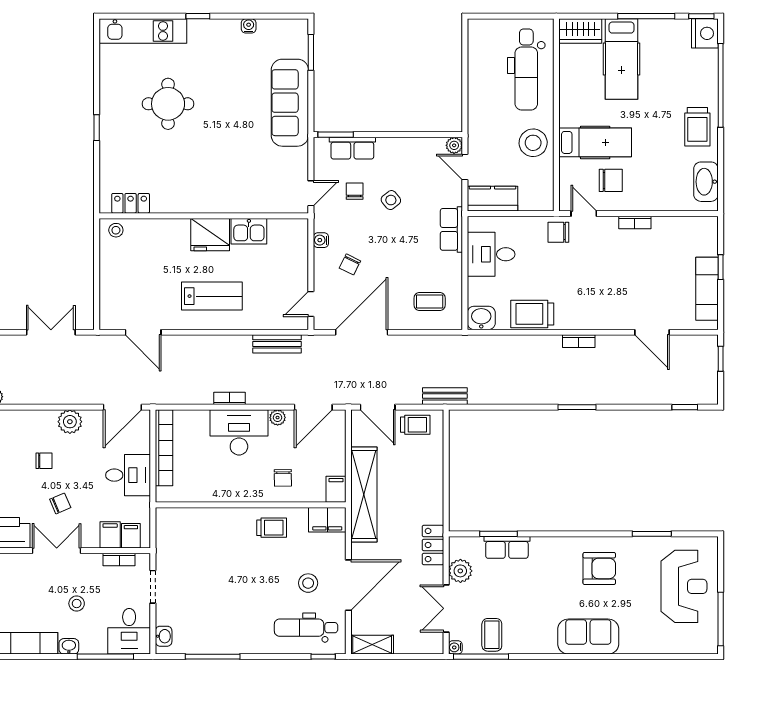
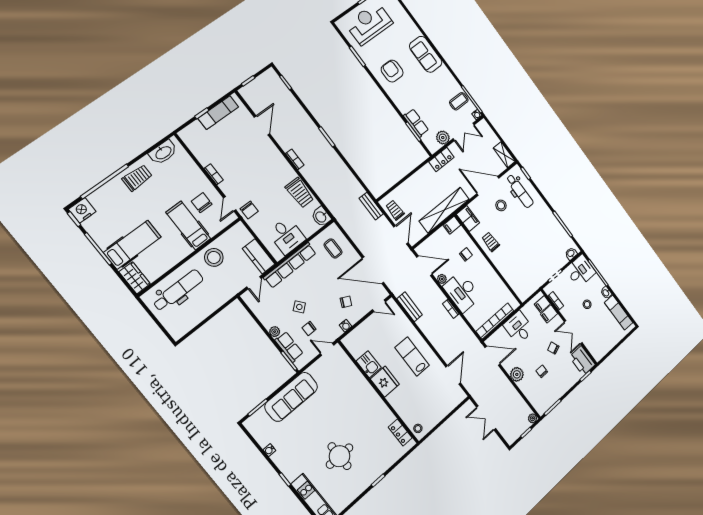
plant: (454, 145) -> (275, 332), moved
row of seats: (451, 229) -> (290, 265), width x2.02

